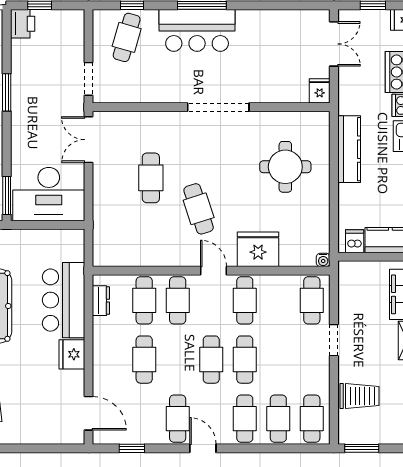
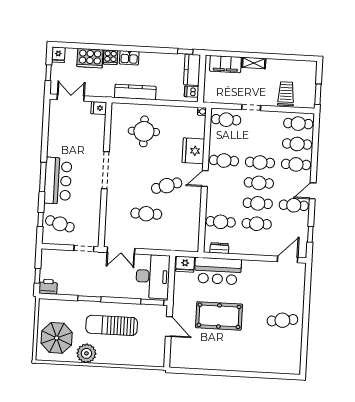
cafe table: (178, 300) -> (258, 203), moved
fridge: (72, 354) -> (185, 264), moved

